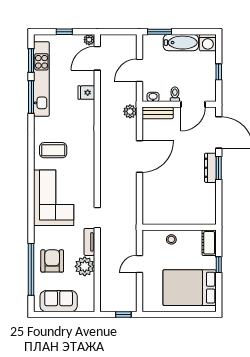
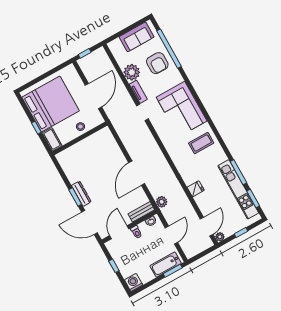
bathtub: (181, 43) -> (166, 265), moved
fridge: (86, 93) -> (196, 189), moved
door: (139, 264) -> (93, 96), width x1.88
bed: (190, 288) -> (51, 104), width x1.36

